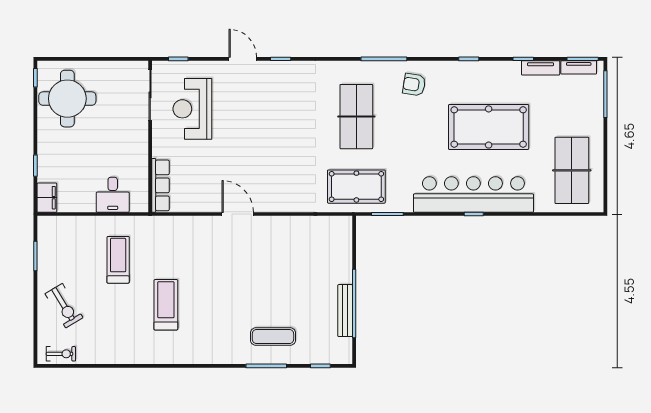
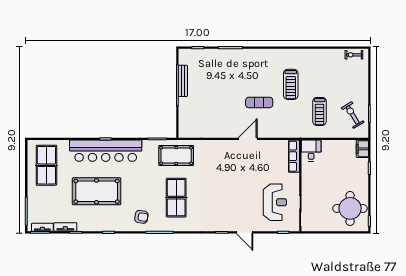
desk: (113, 195) -> (311, 151), moved
door: (238, 214) -> (248, 139), swing flipped
exercise bike: (64, 306) -> (353, 115), moved
exercise mat: (273, 337) -> (259, 102), moved

